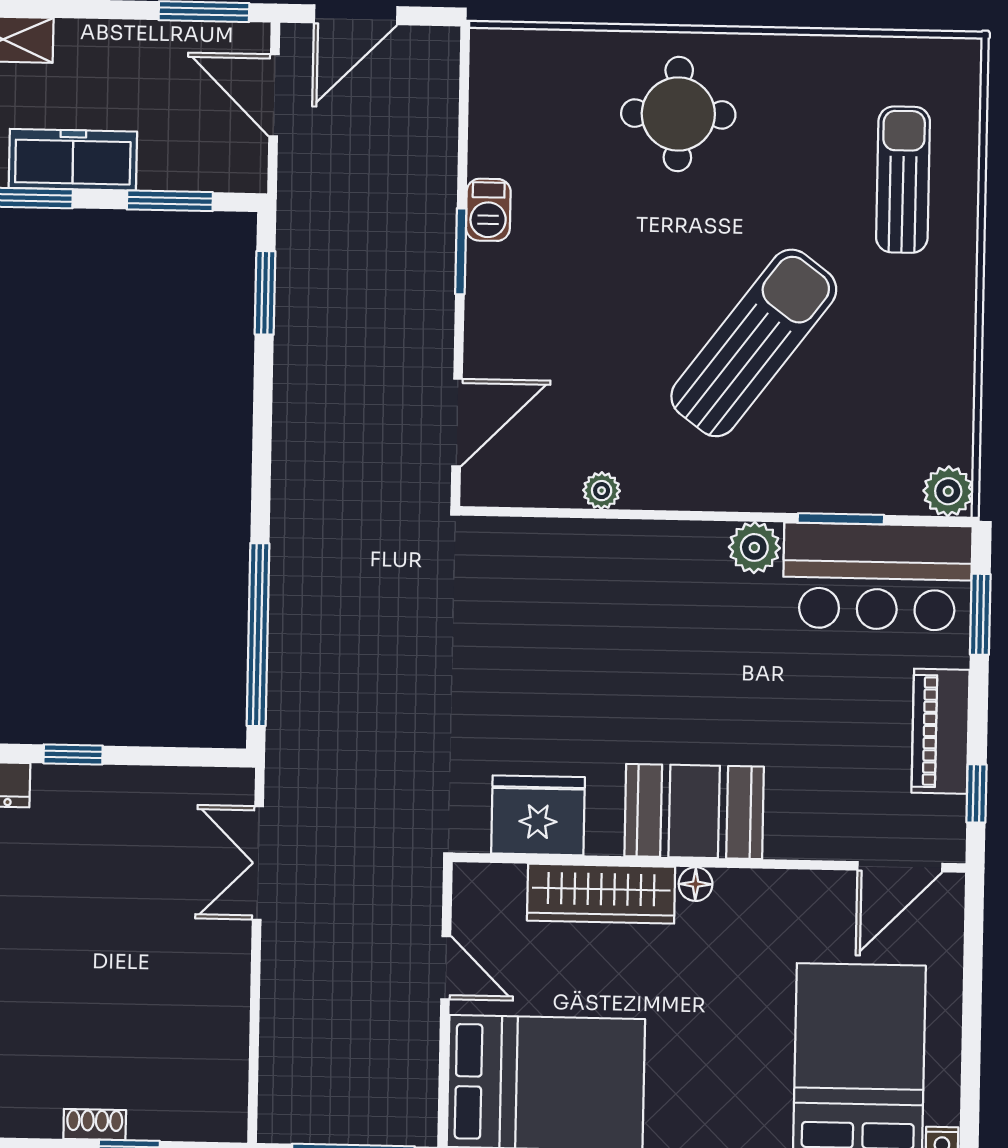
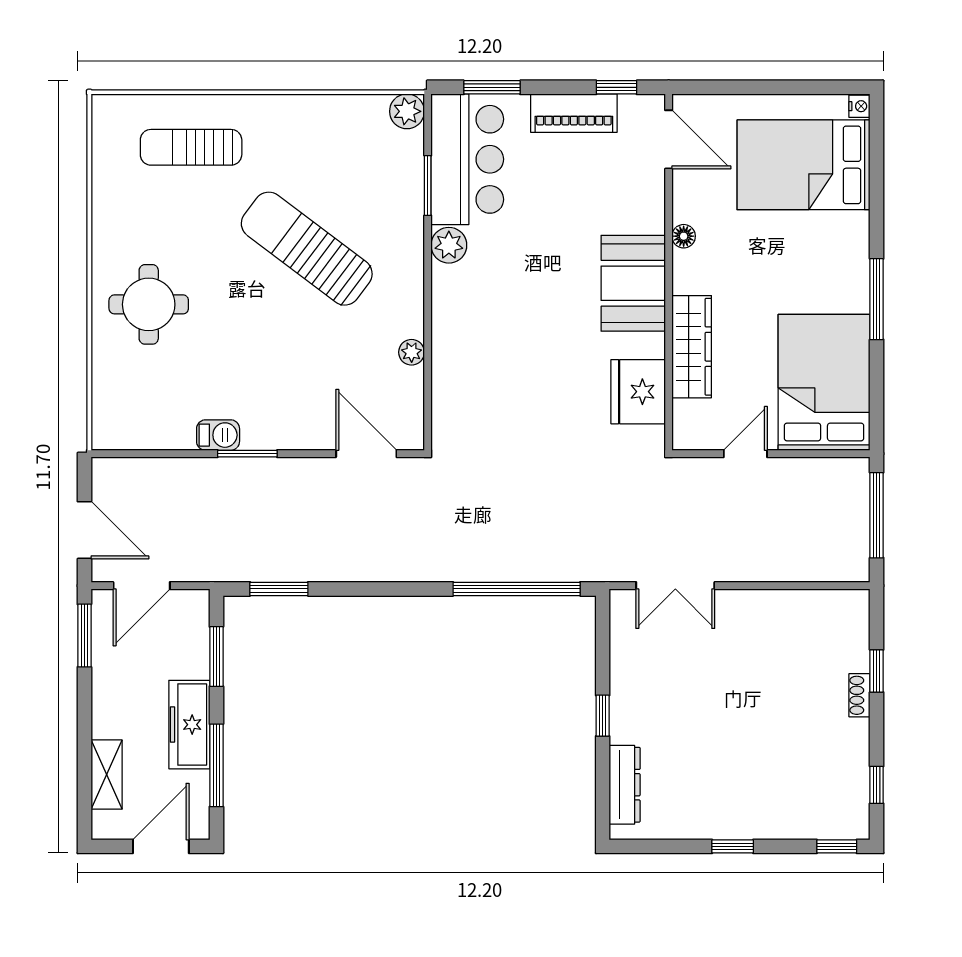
floor lamp: (696, 884) -> (684, 236), moved

